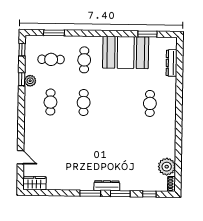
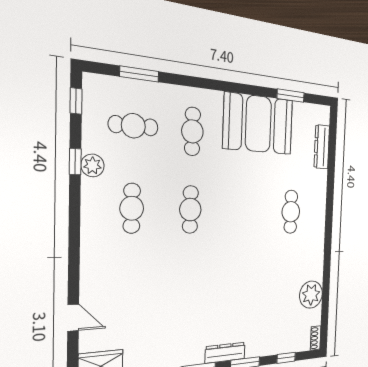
plant: (167, 167) -> (311, 295), moved

